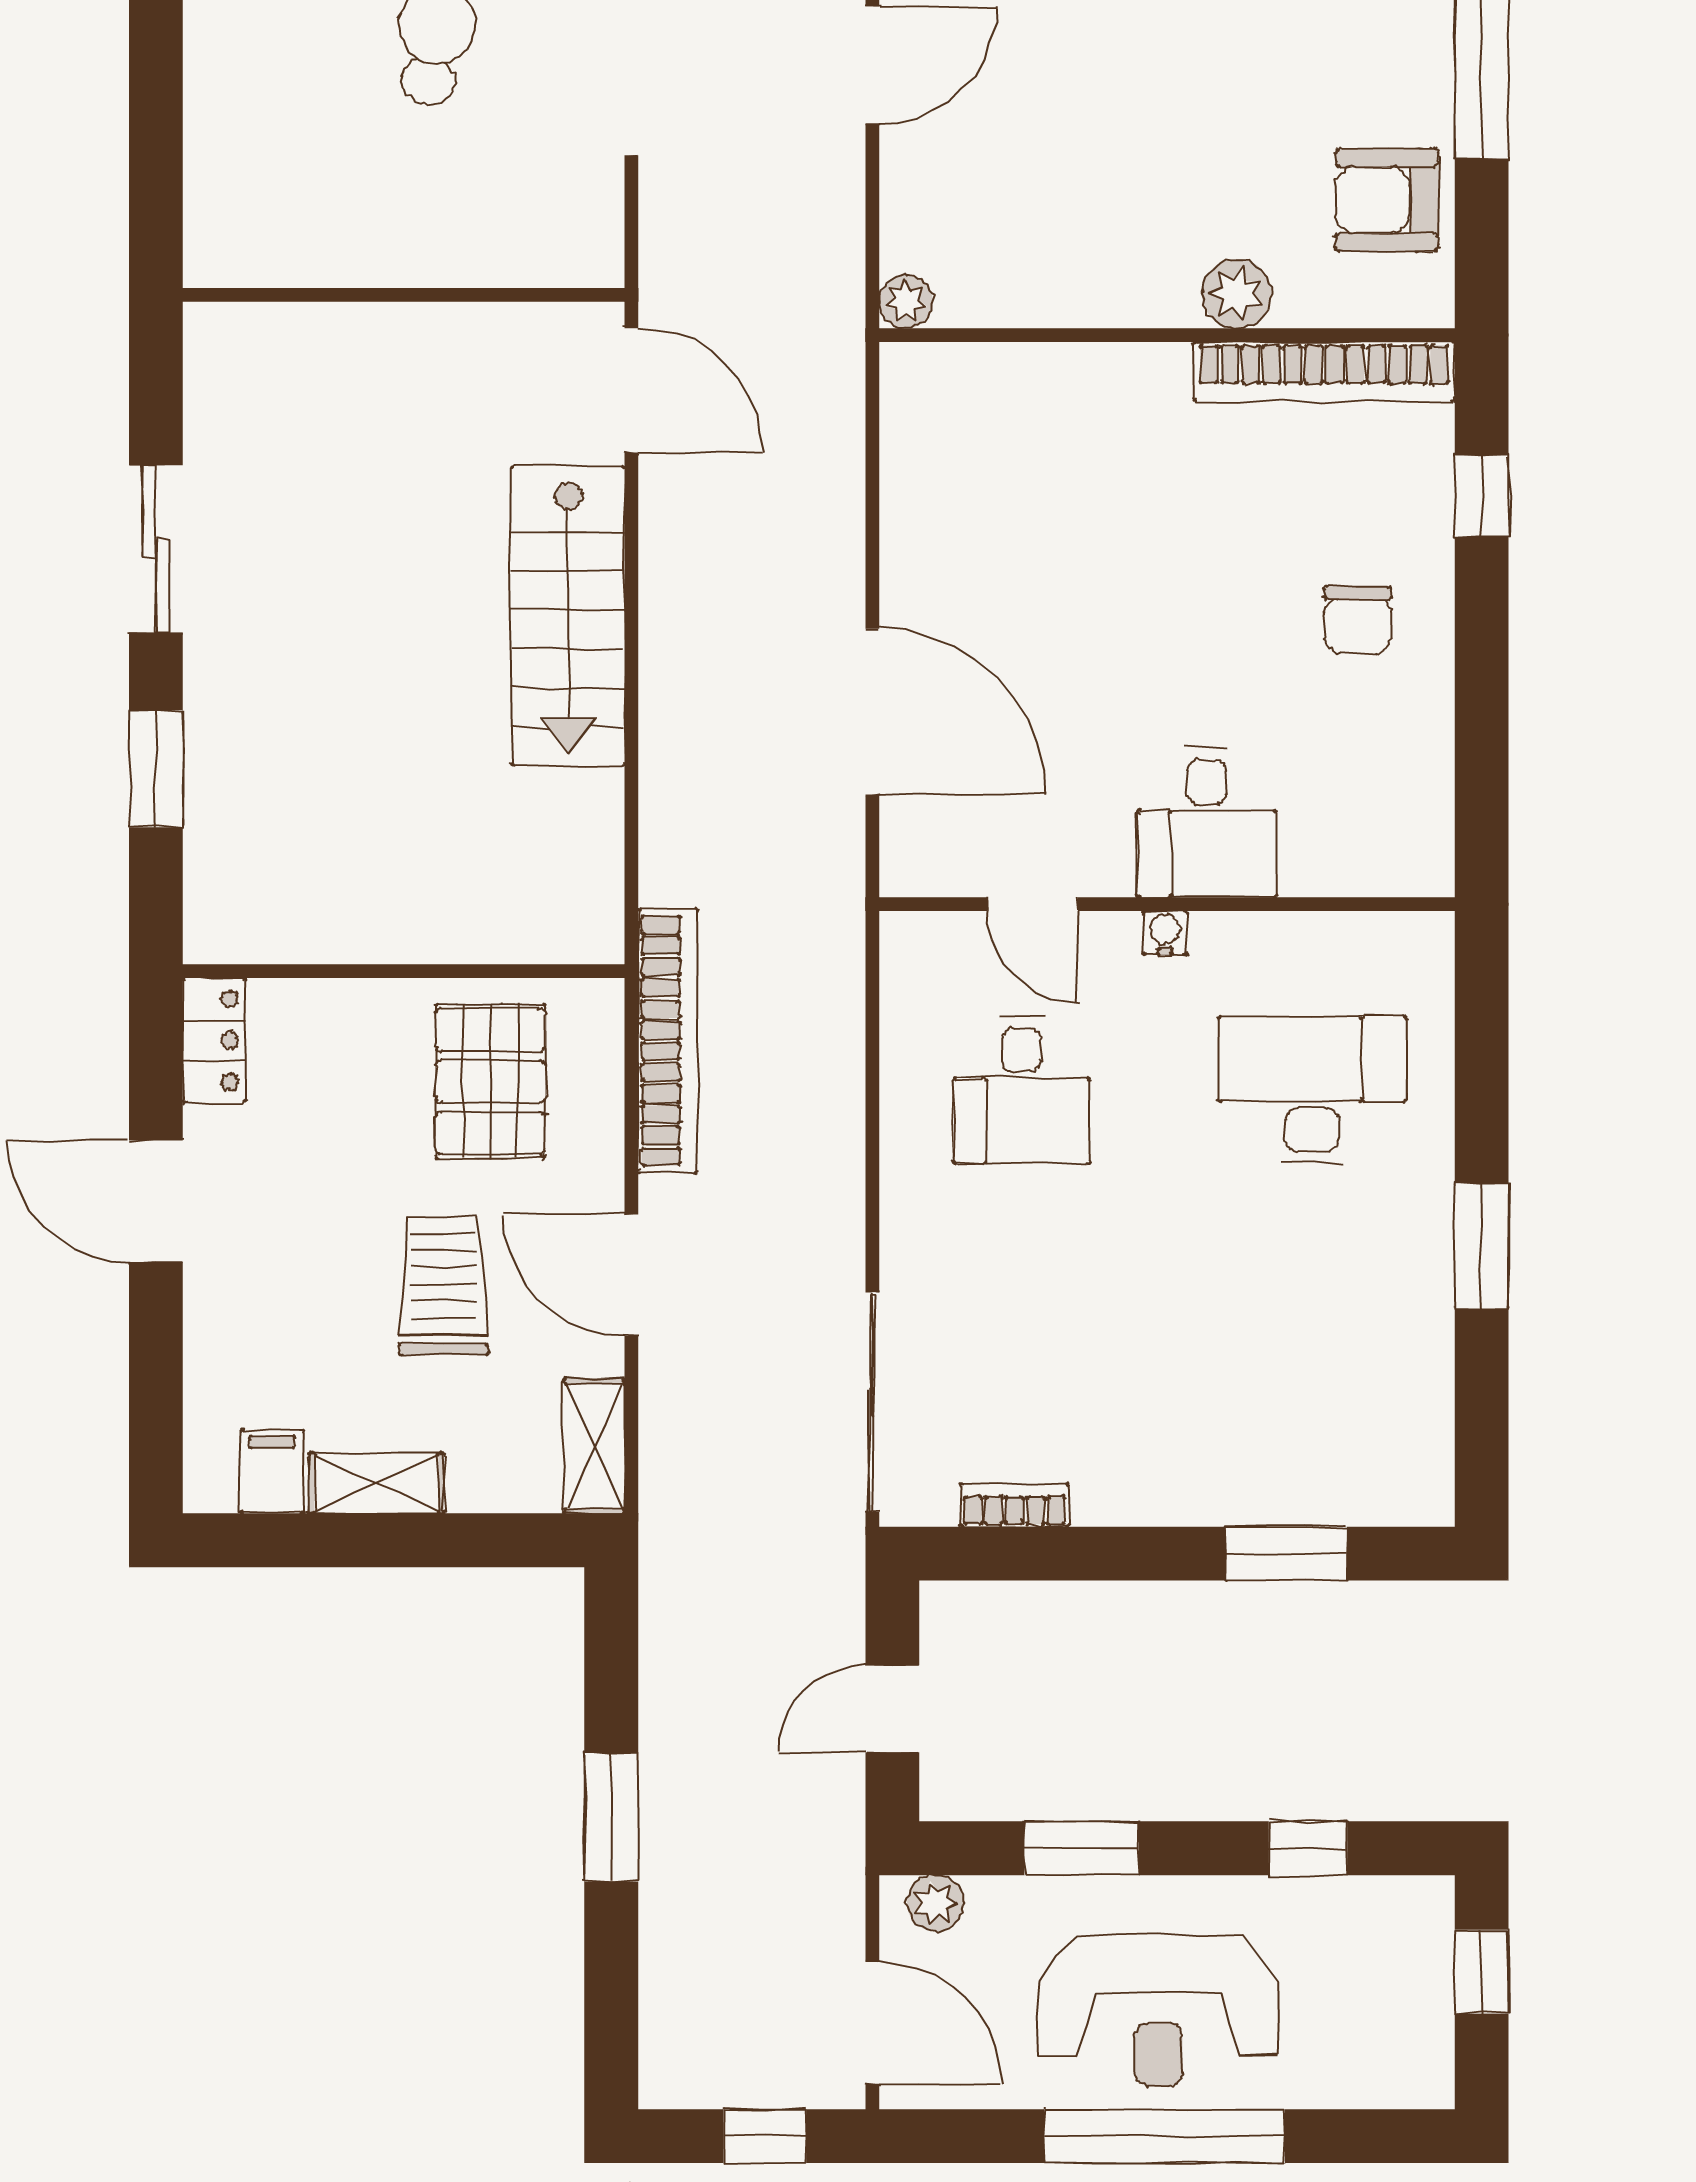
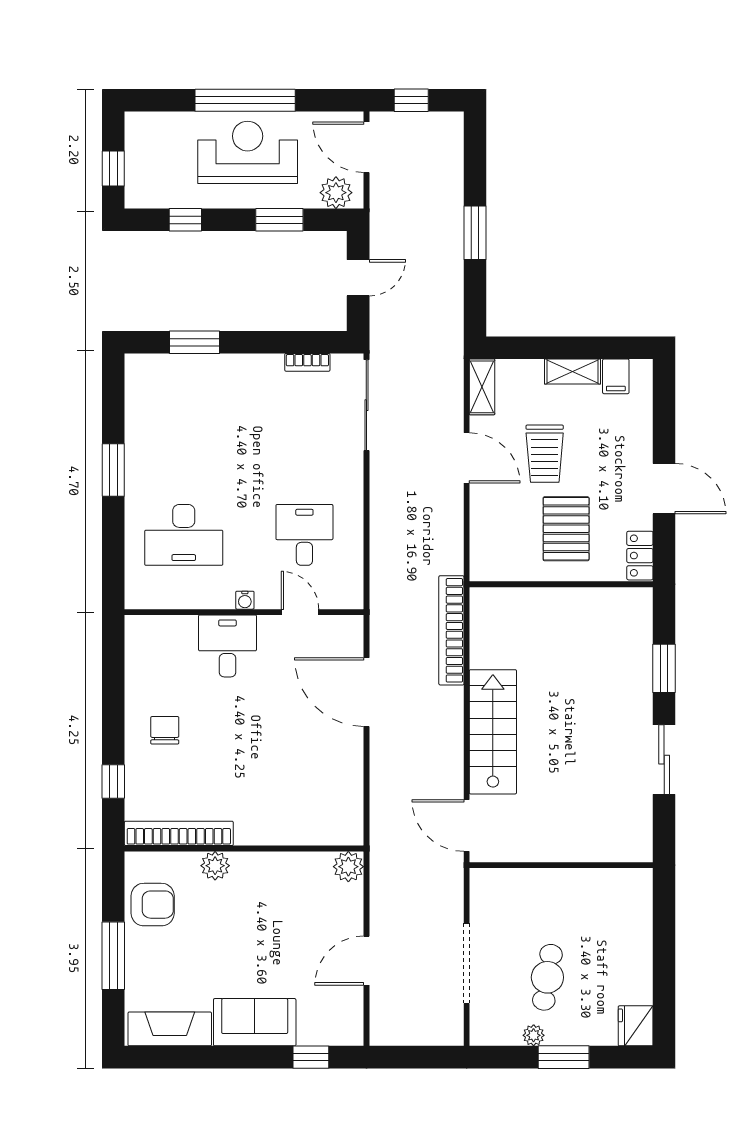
plant: (906, 302) -> (348, 867), width x1.38, depth x1.38
bookcase: (668, 1041) -> (451, 630), moved
pallet: (491, 1081) -> (566, 529), moved
plant: (935, 1903) -> (336, 193), width x1.38, depth x1.38

